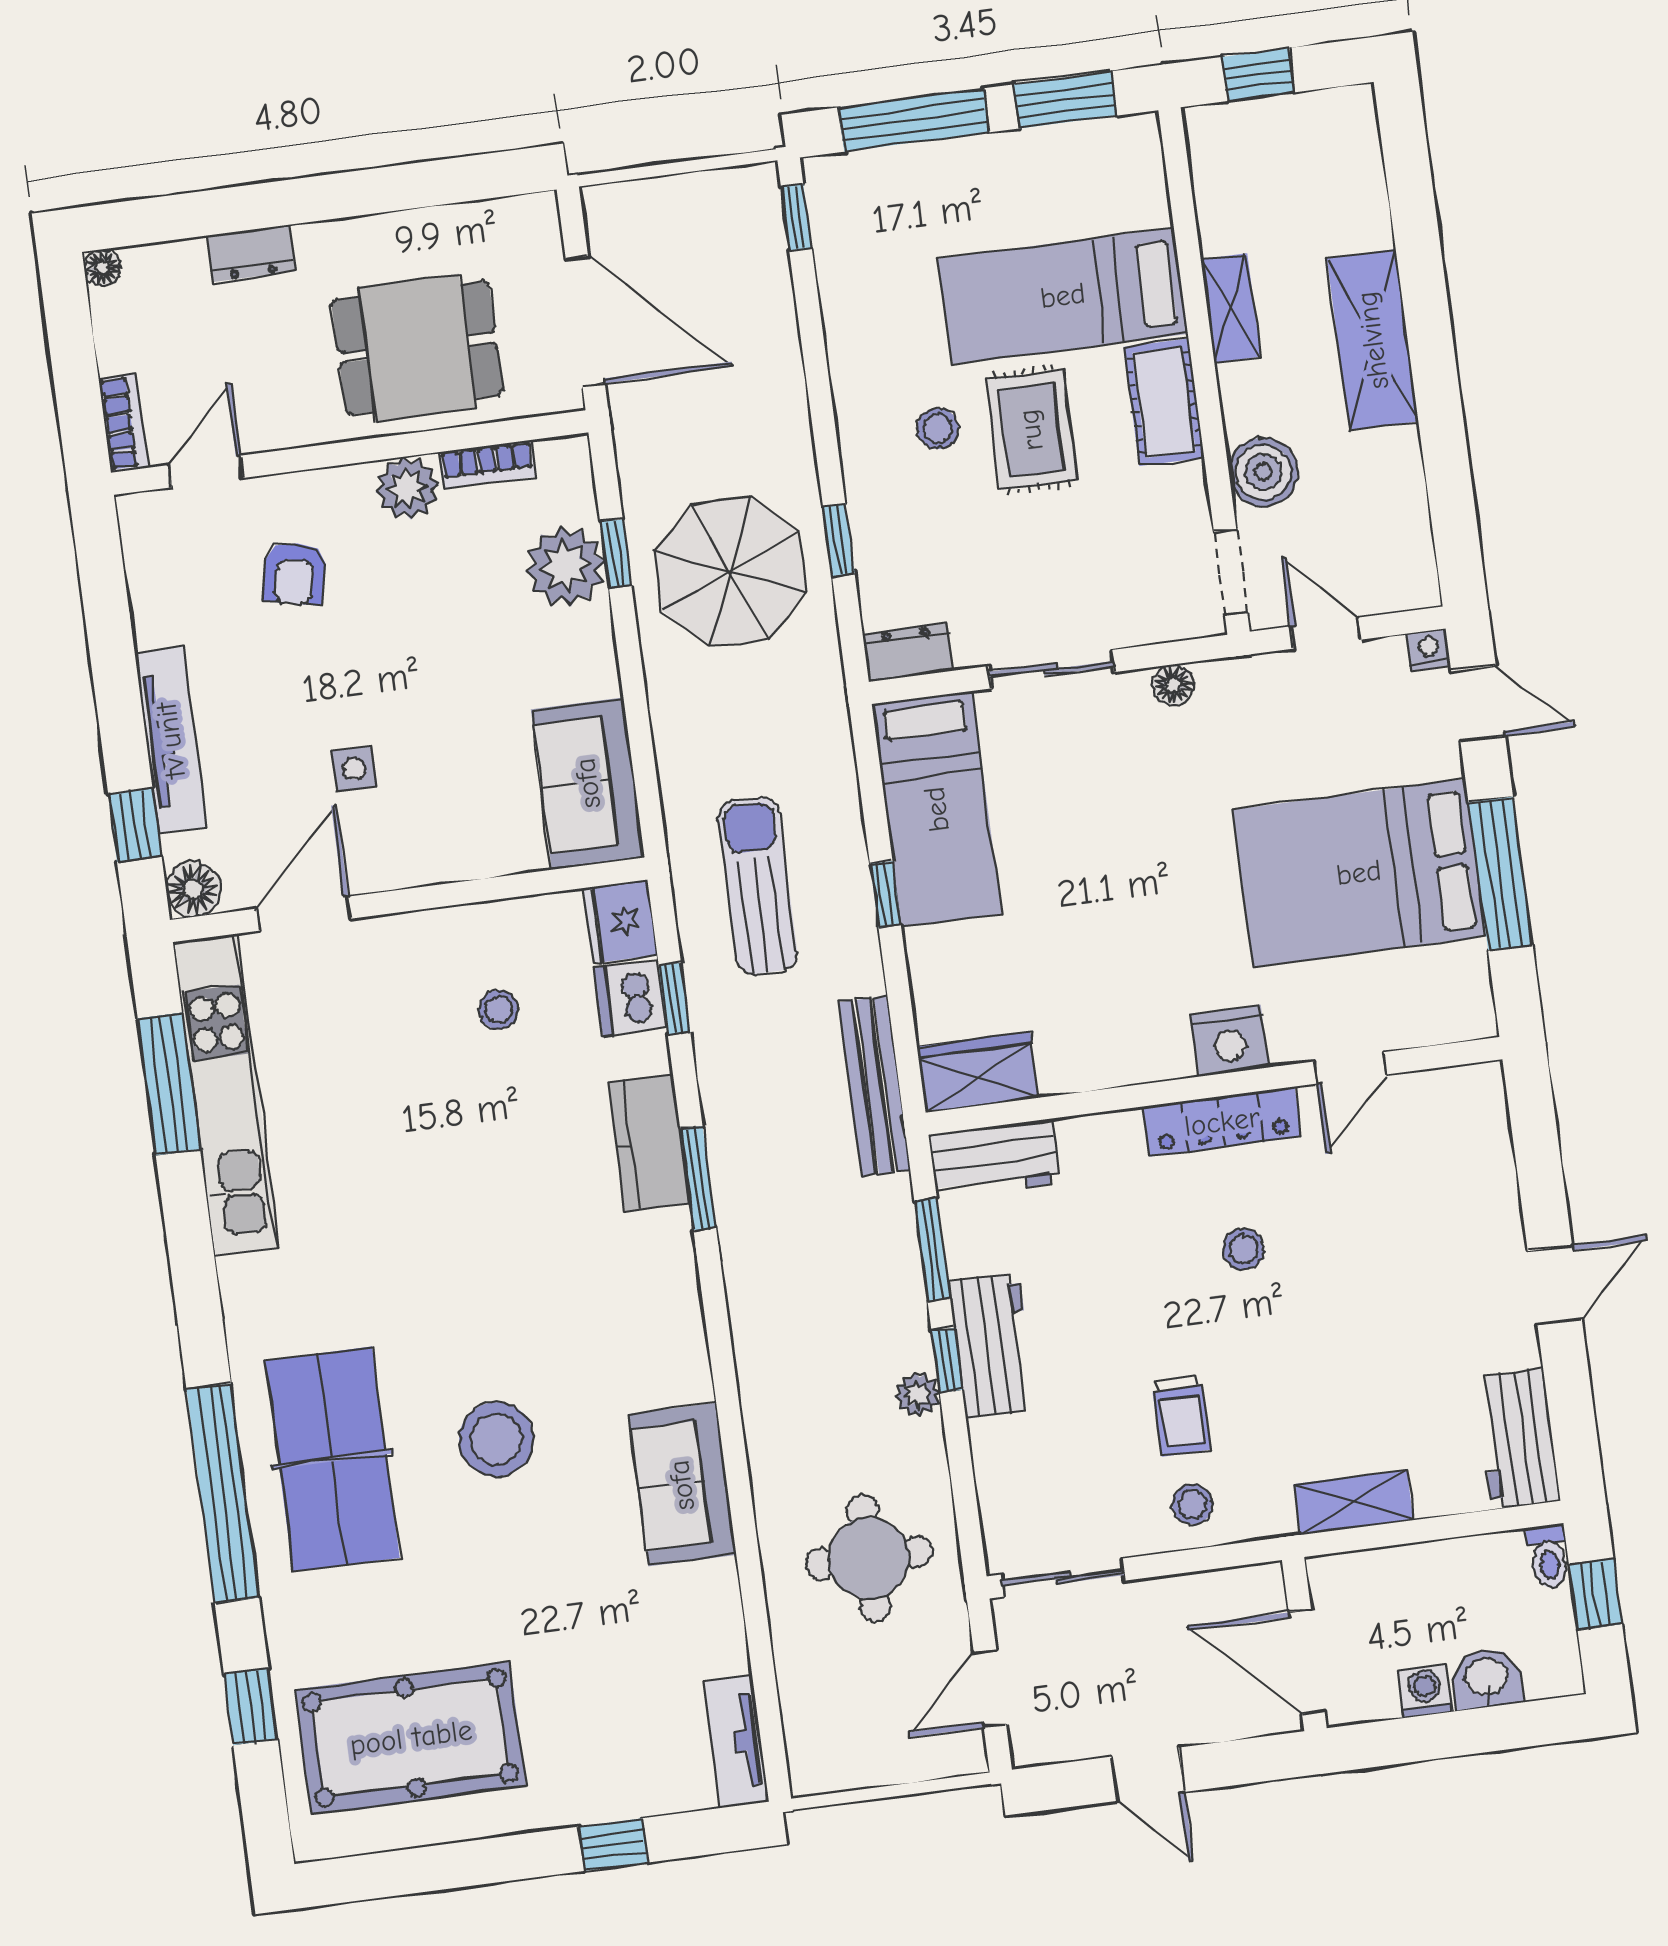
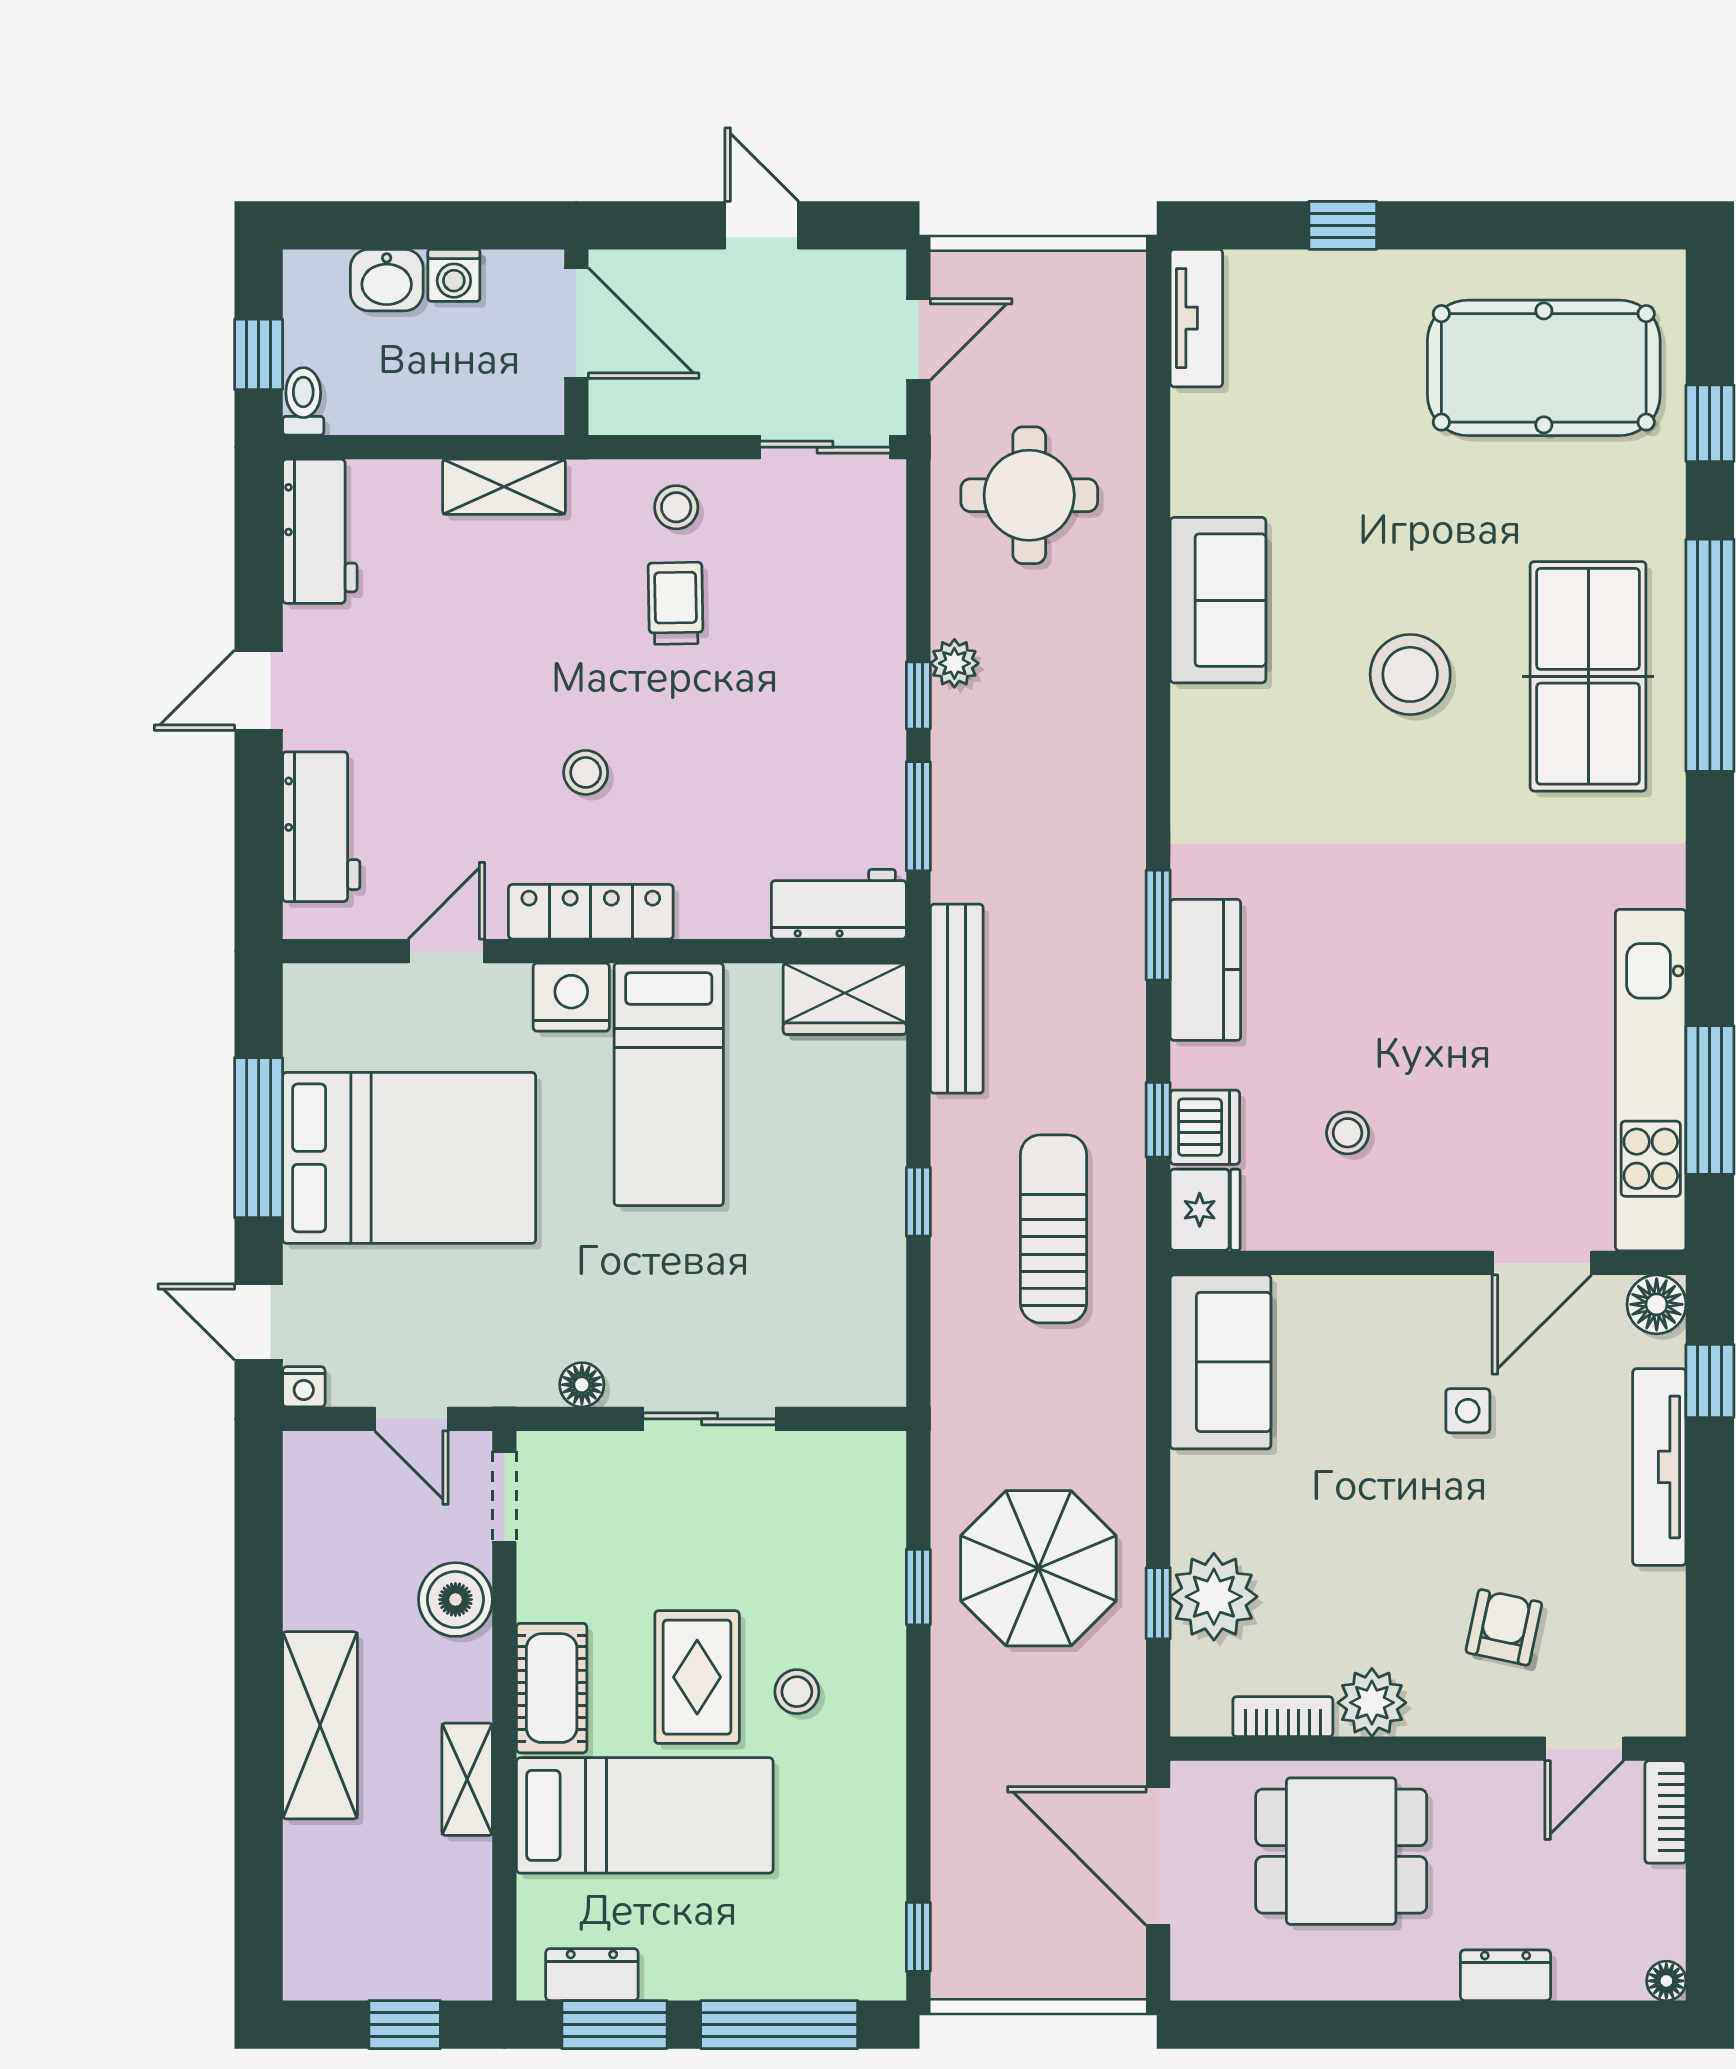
dresser: (908, 652) -> (592, 1975), moved, turned 180
bed: (937, 809) -> (669, 1084), moved, turned 180
sun lounger: (758, 886) -> (1054, 1229), turned 180
workbench: (992, 1345) -> (321, 827), moved, turned 180

